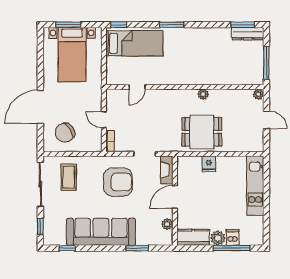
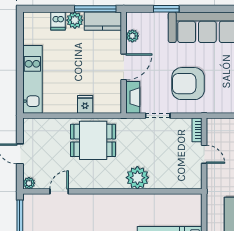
door: (137, 87) -> (59, 191), moved
plant: (203, 94) -> (137, 178), moved, width x1.88, depth x1.88
window: (231, 248) -> (95, 9), moved

